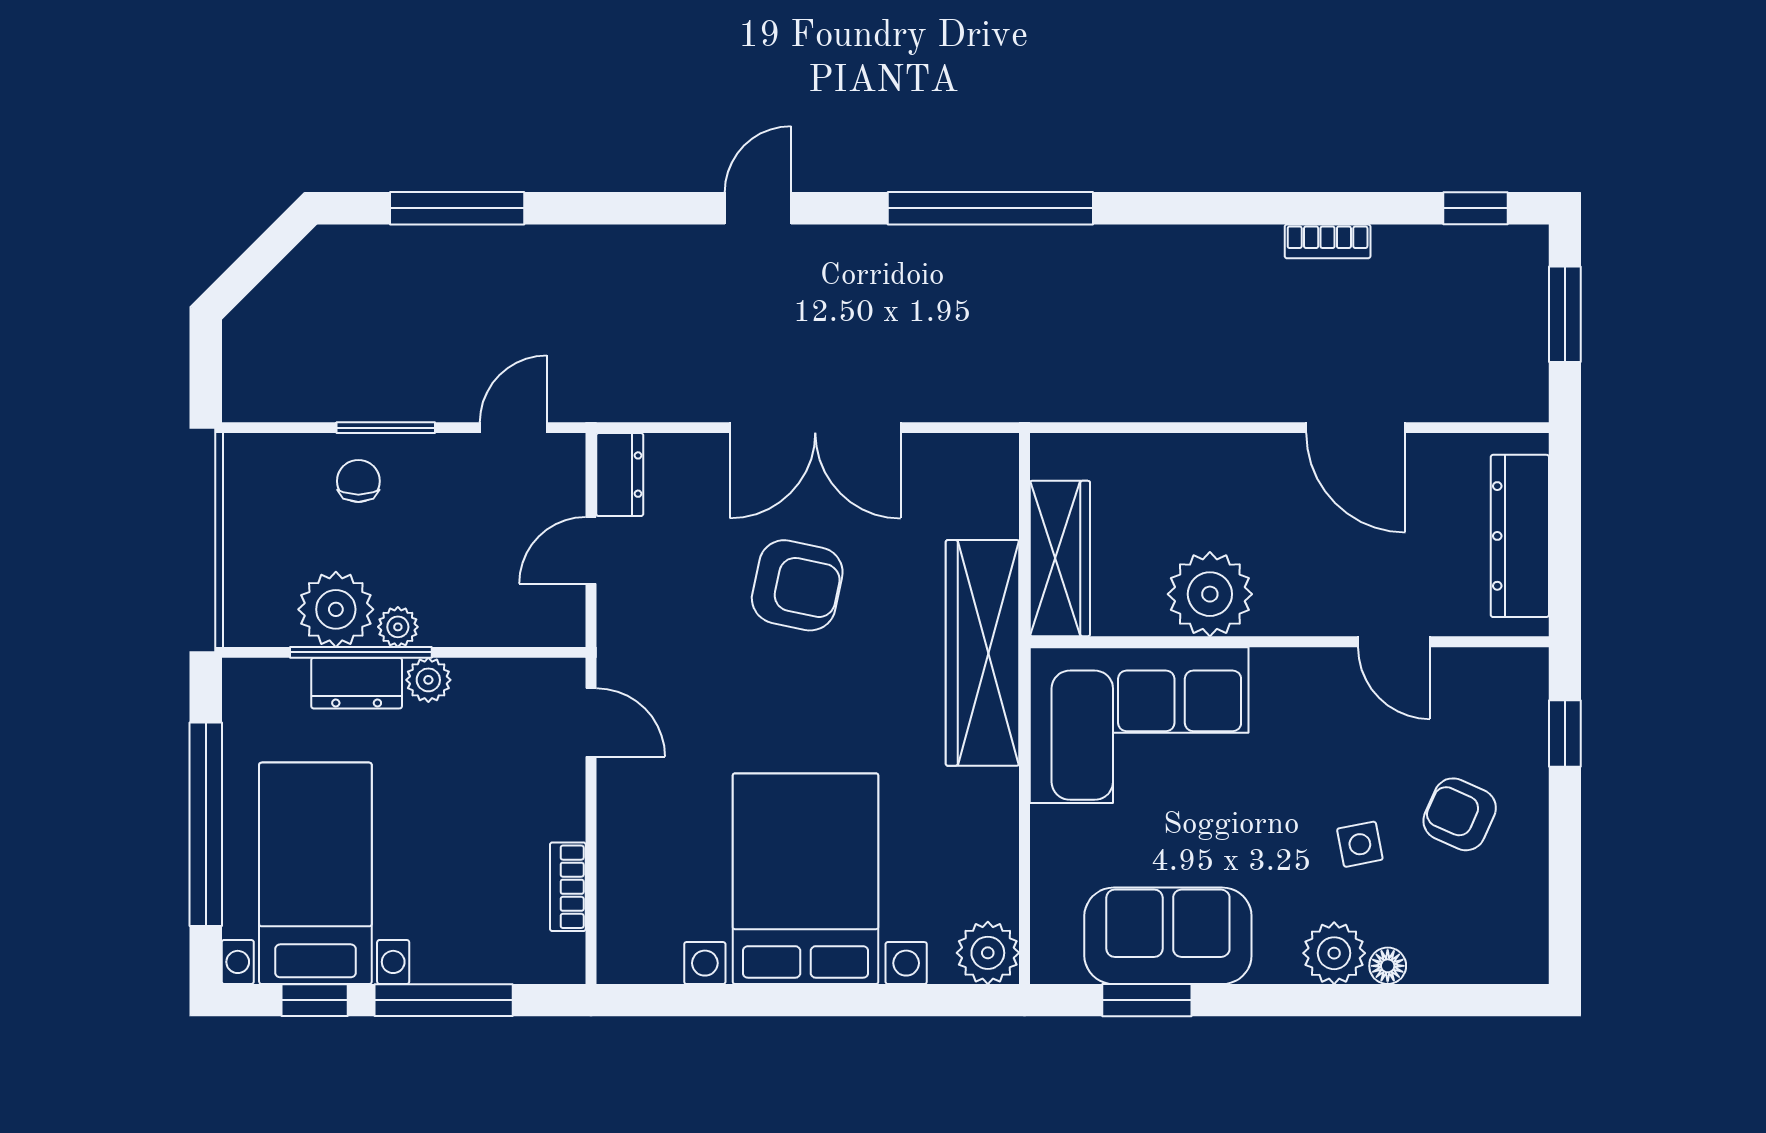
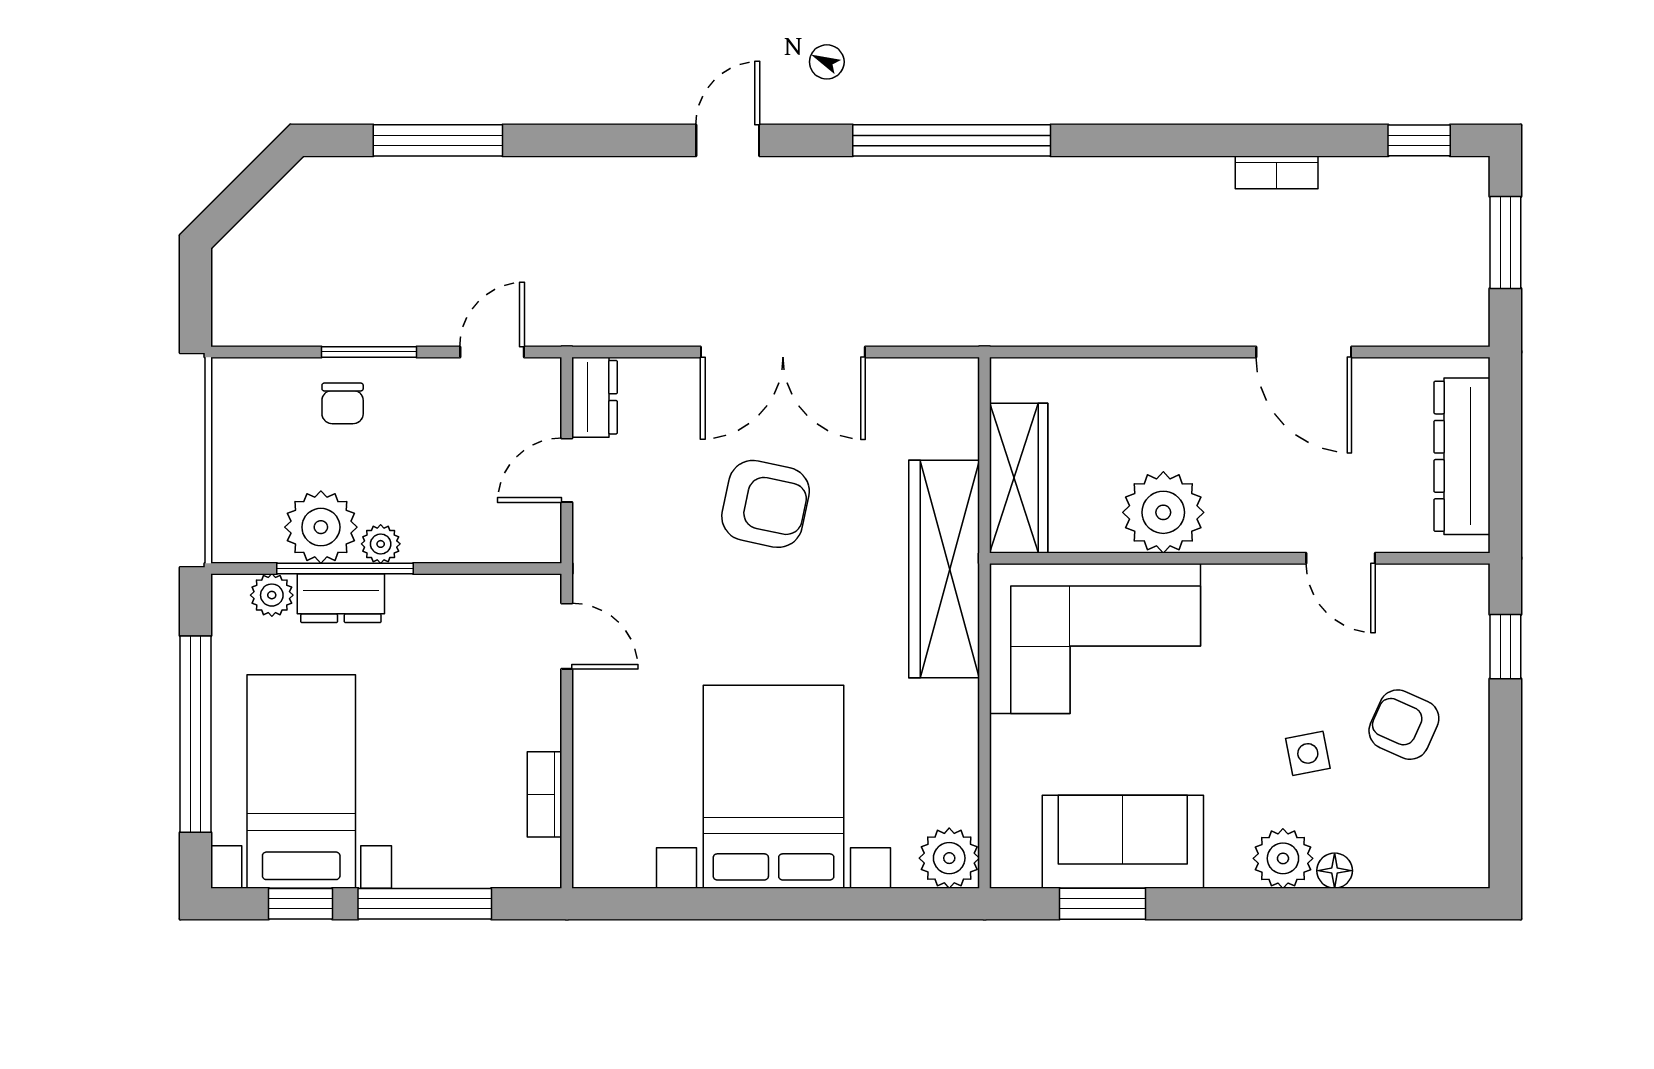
chair: (358, 481) -> (343, 403), turned 180
plant: (428, 680) -> (272, 595), moved

